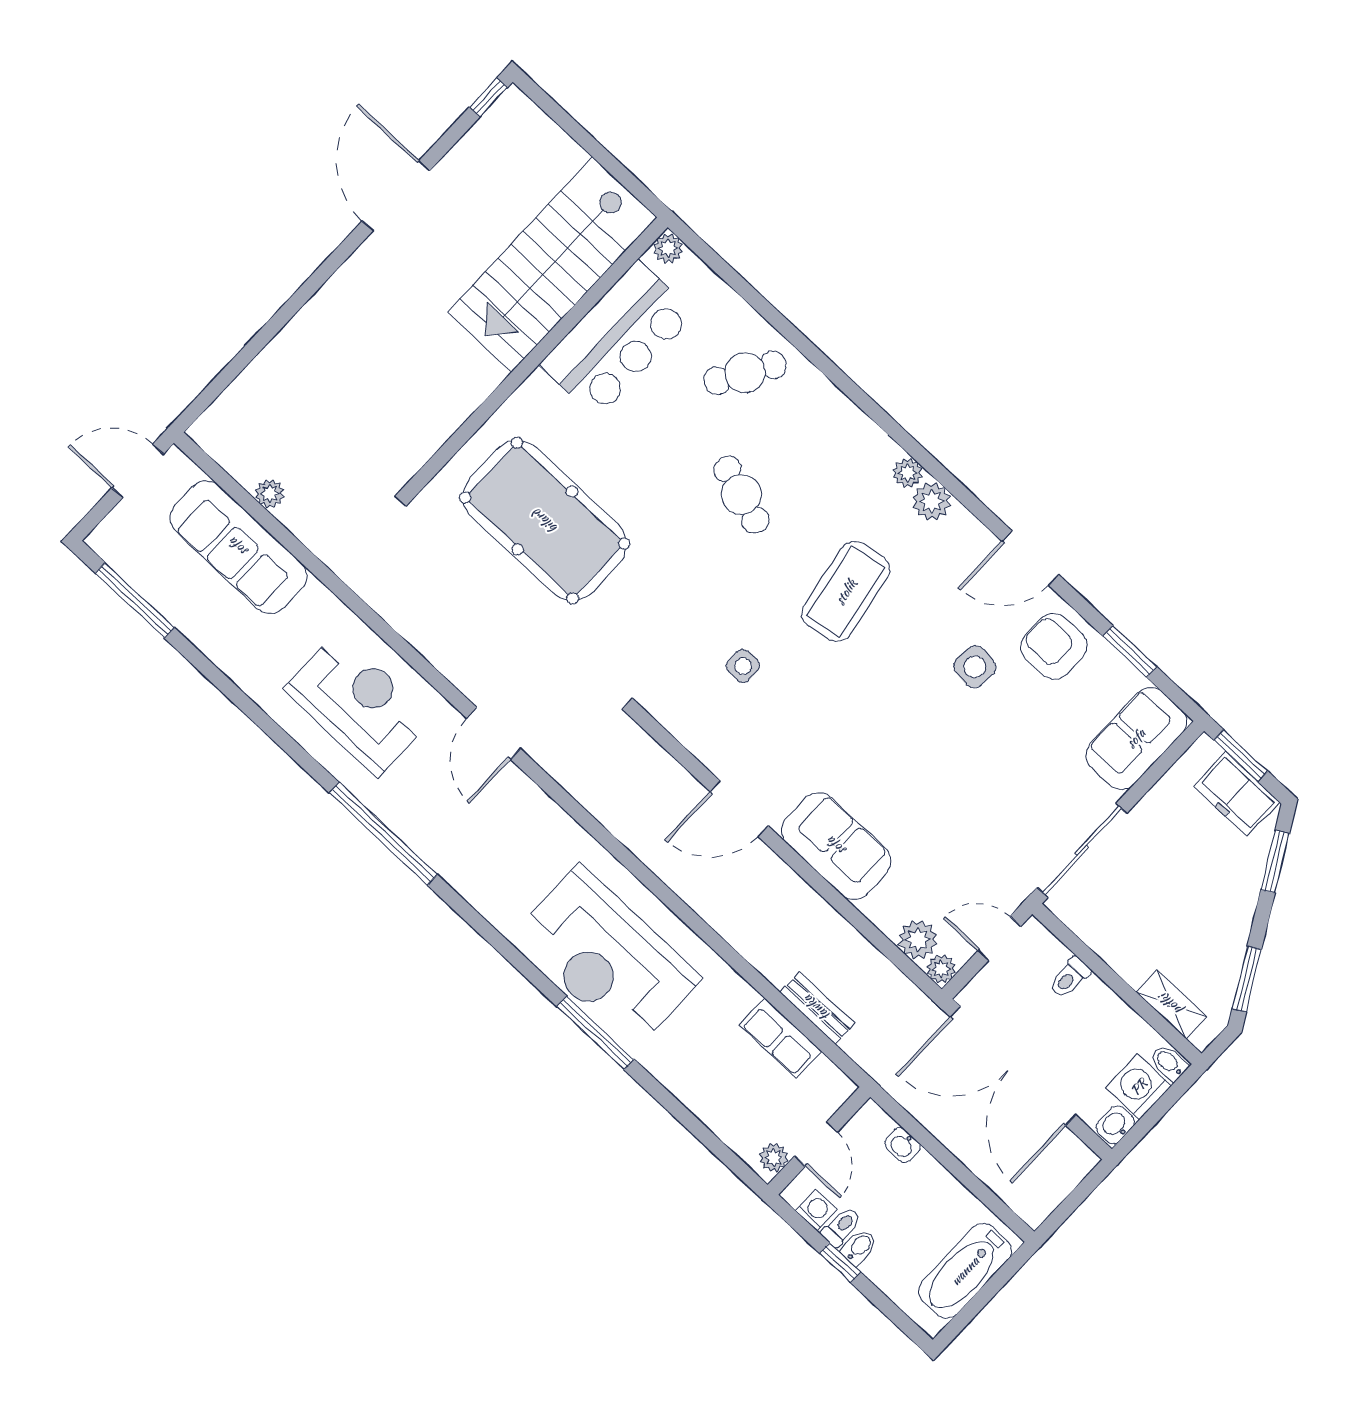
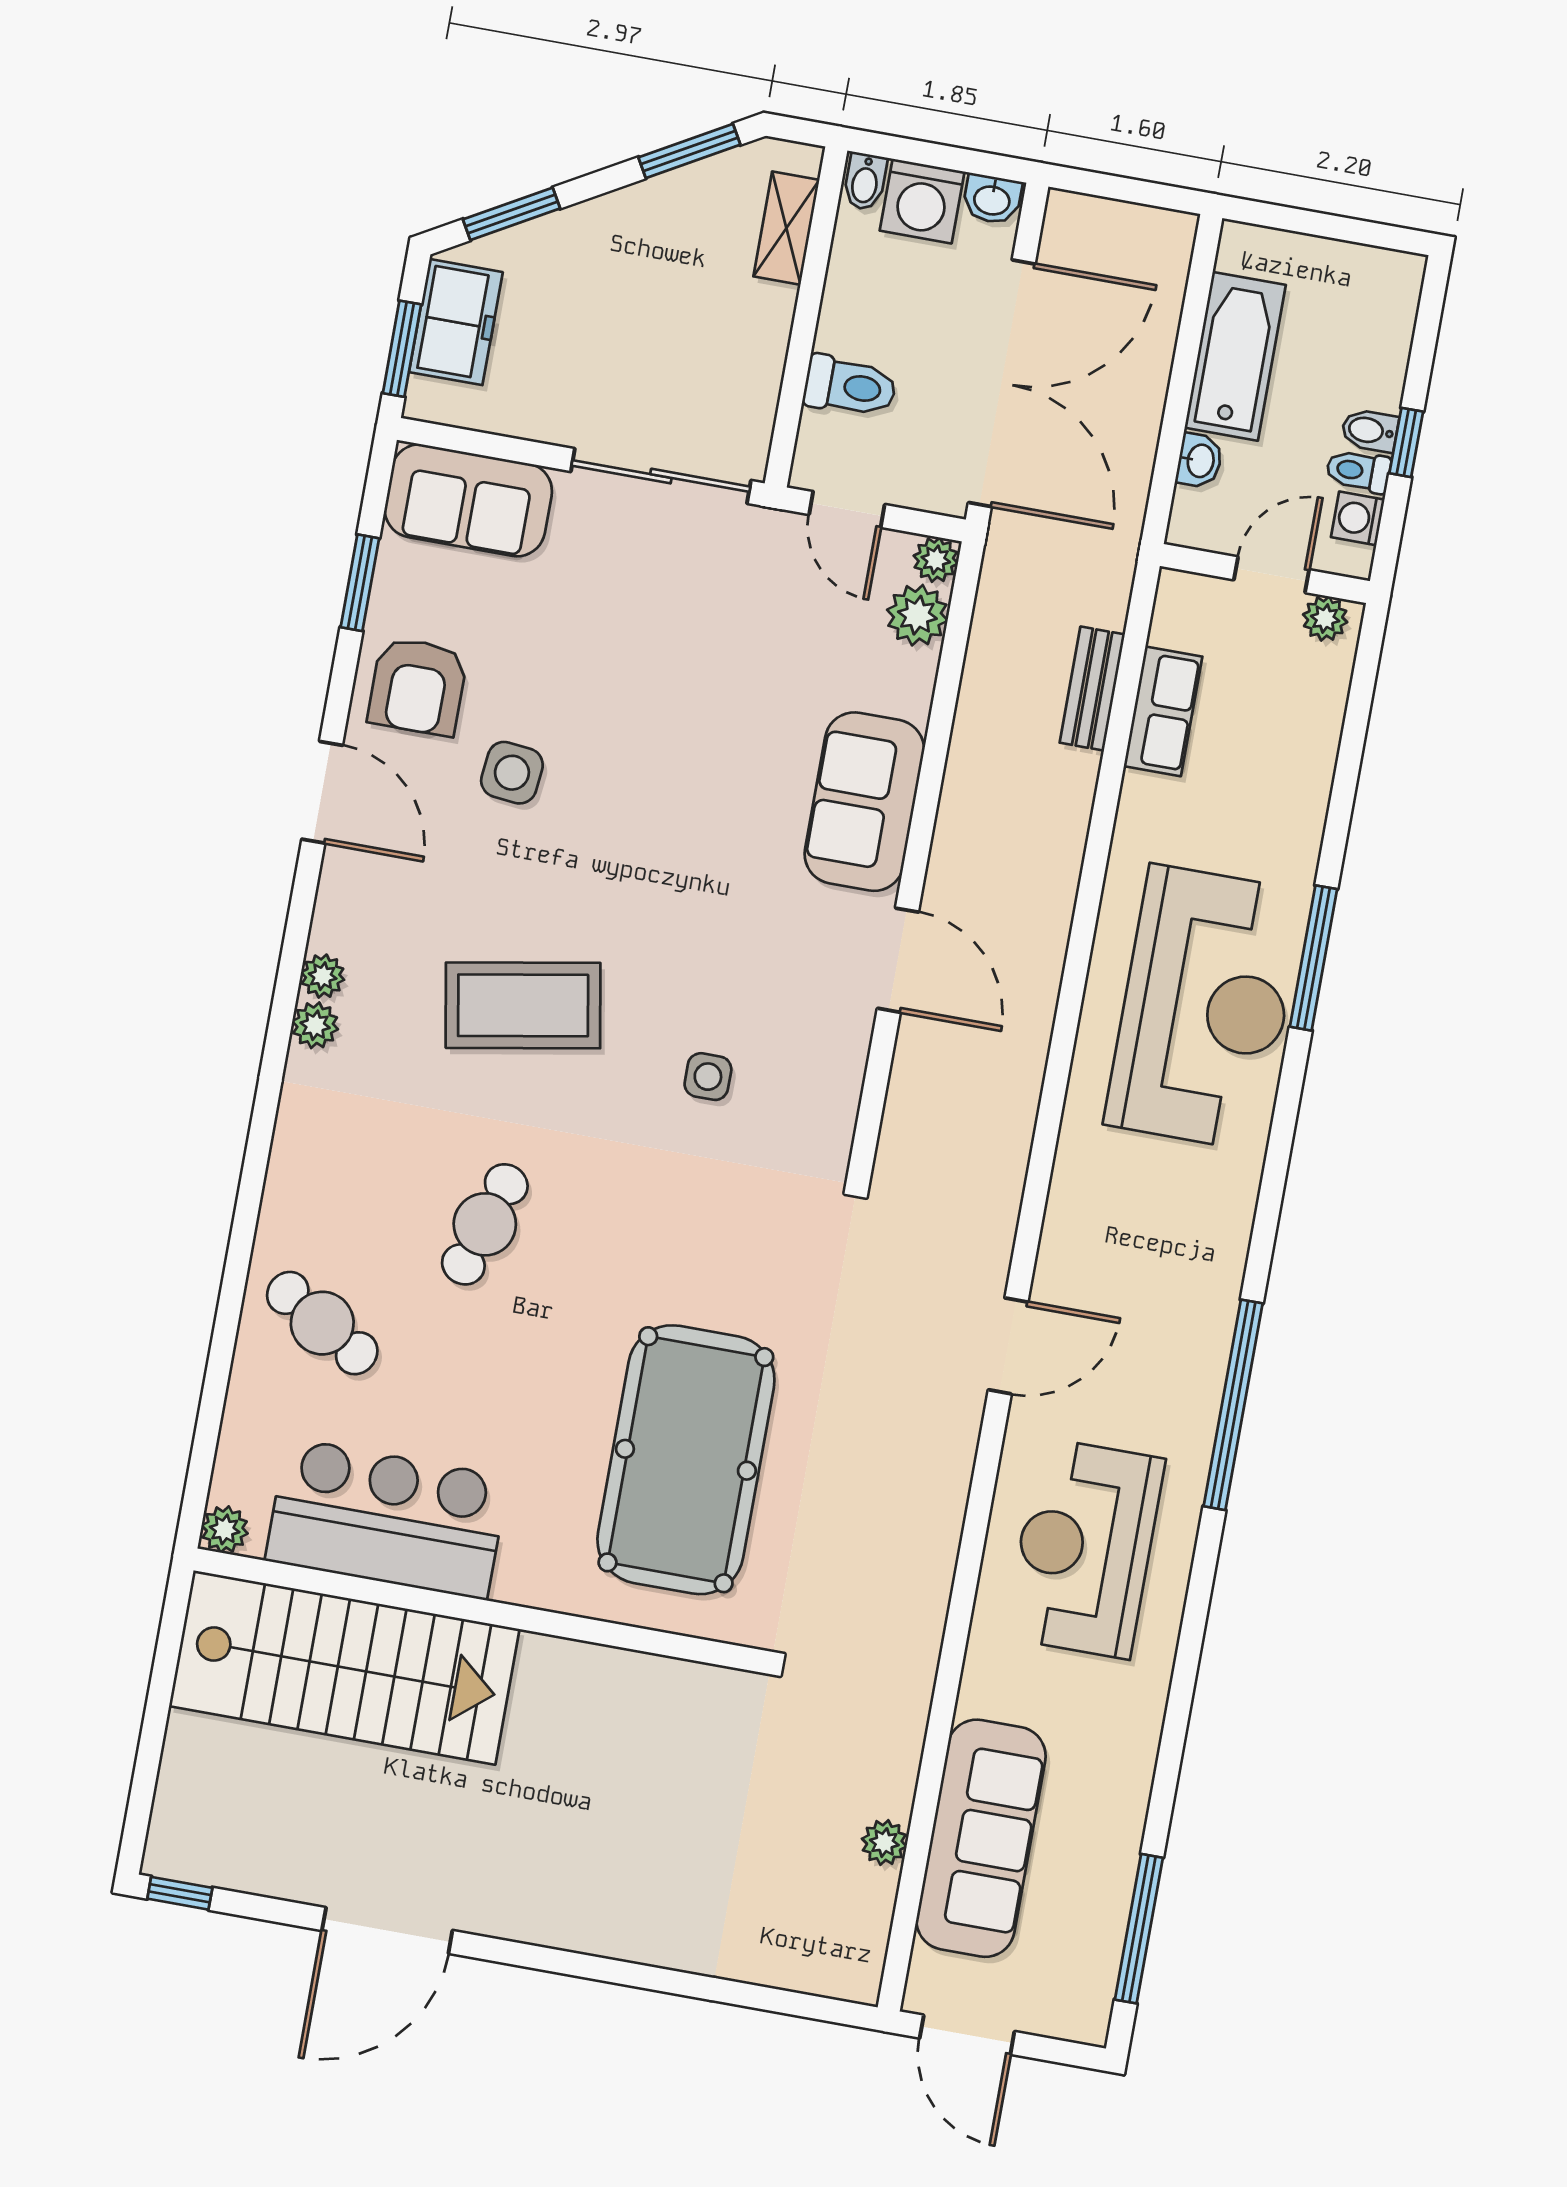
plant: (932, 502) -> (323, 976), width x0.73, depth x0.73
toilet: (1070, 978) -> (850, 386), width x1.37, depth x1.39
bathtub: (965, 1271) -> (1235, 356), moved, turned -90

